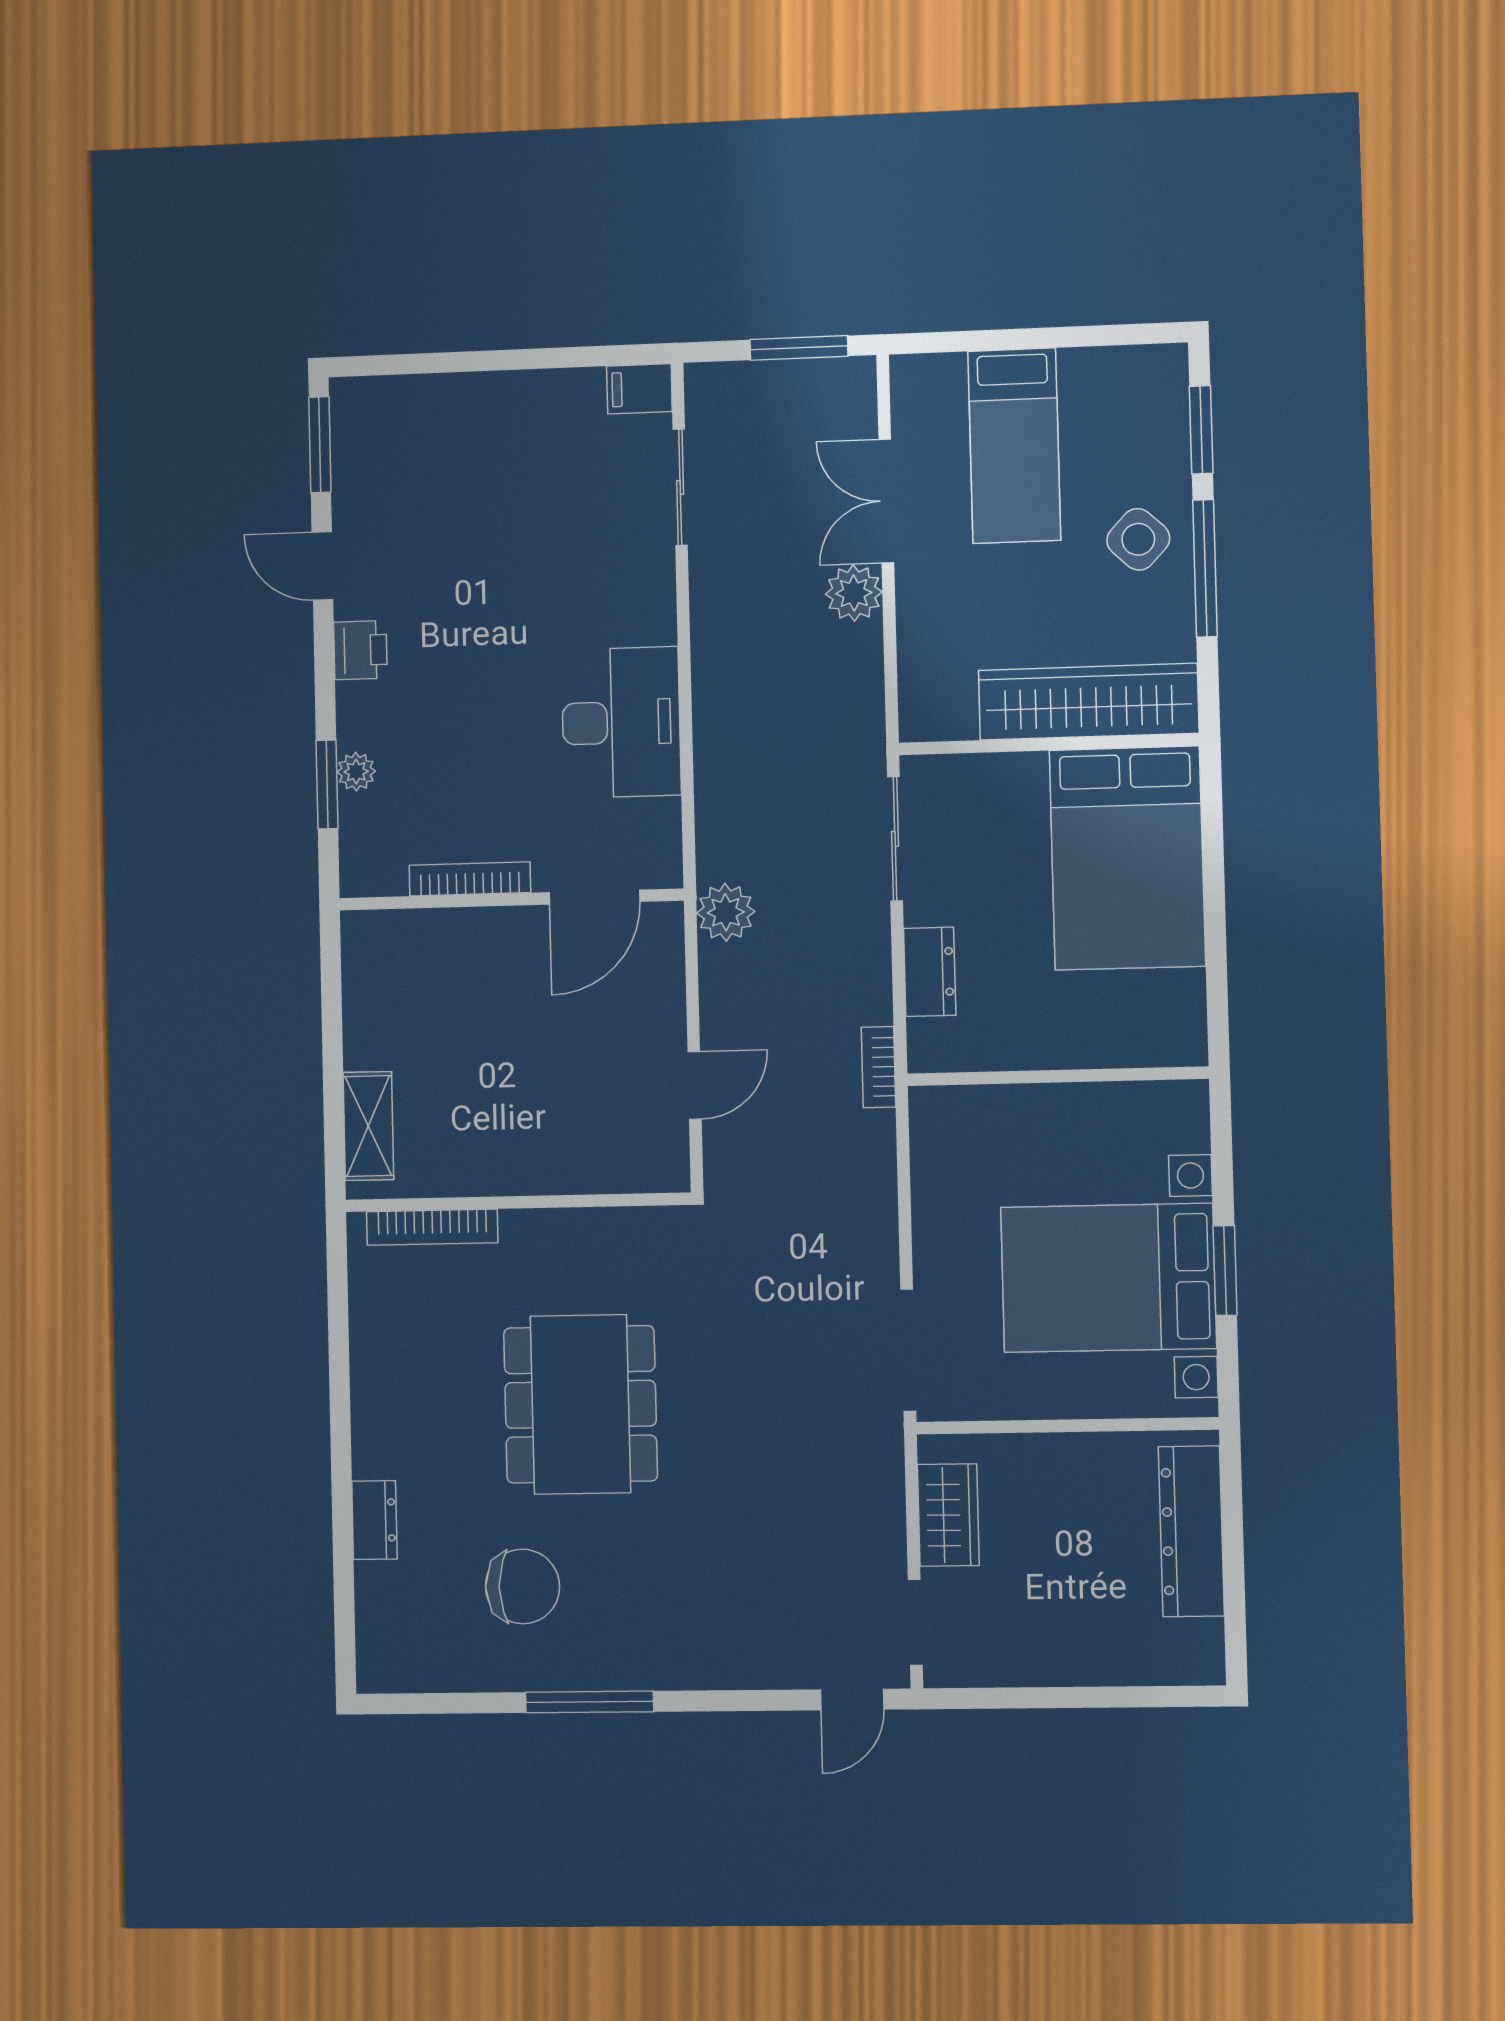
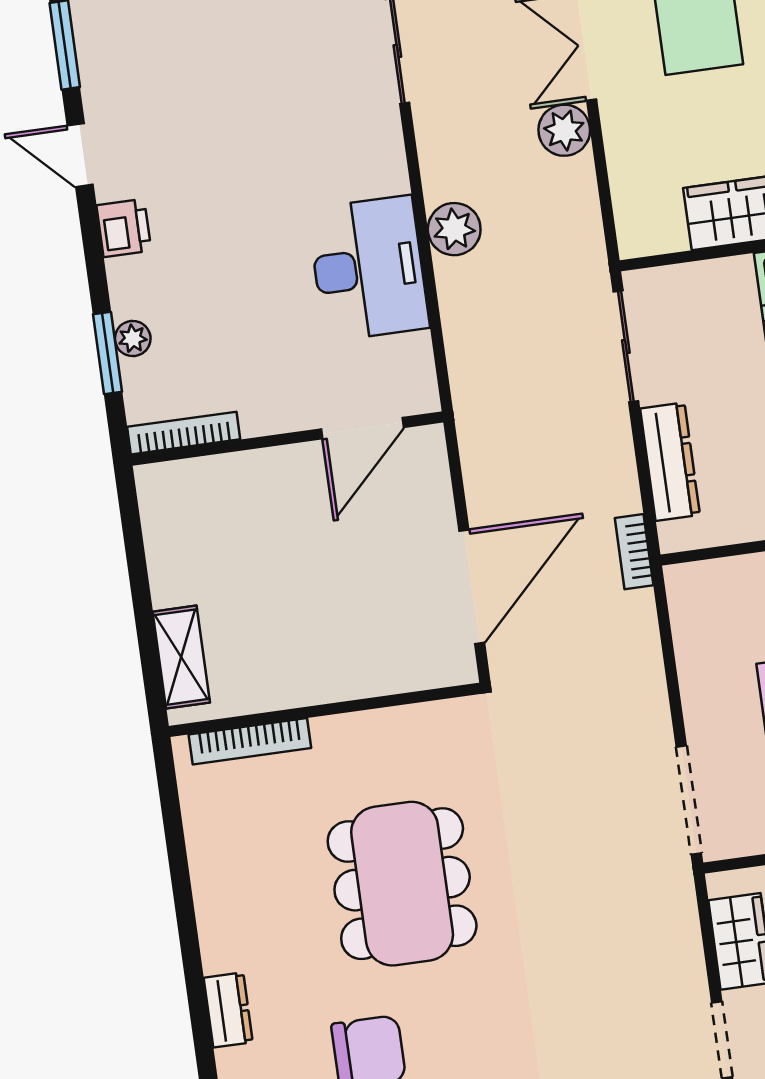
bookcase: (470, 879) -> (184, 433), moved
plant: (726, 912) -> (454, 229), moved
dresser: (930, 972) -> (670, 462), width x1.44
door: (695, 1085) -> (472, 587), width x1.88

